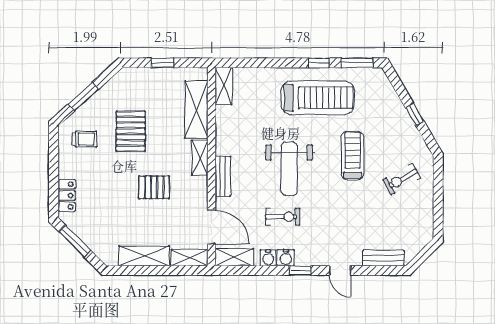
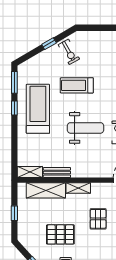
bench: (223, 176) -> (57, 173), moved
exercise bike: (402, 179) -> (69, 52), moved

